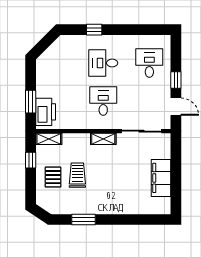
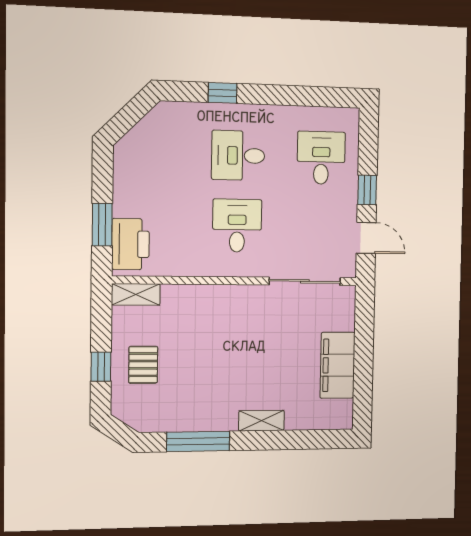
shelving: (103, 139) -> (261, 421), moved
window: (31, 160) -> (101, 367), moved
trolley: (77, 175) -> (188, 361), removed
window: (84, 219) -> (198, 441), width x1.44

